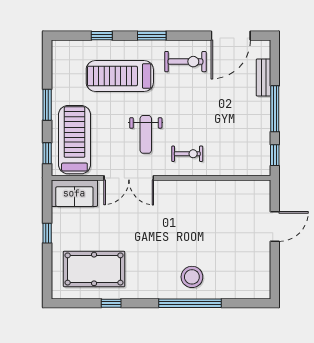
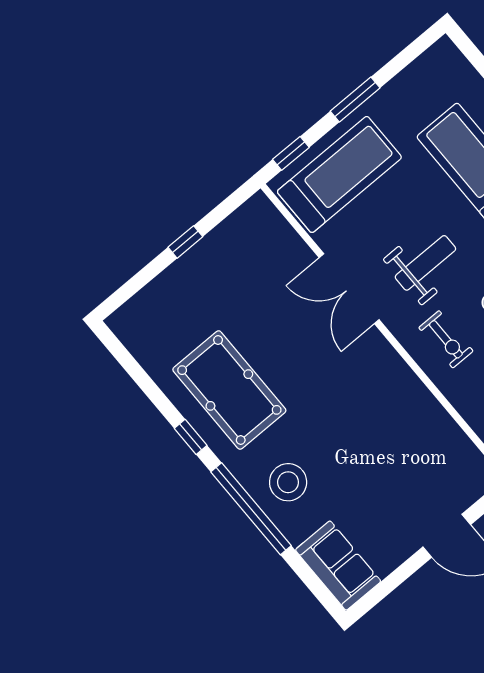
weight bench: (146, 134) -> (425, 263), turned 180
sofa: (74, 193) -> (338, 566), moved, turned 180
pool table: (94, 269) -> (229, 390), moved
window: (111, 303) -> (191, 437), moved

